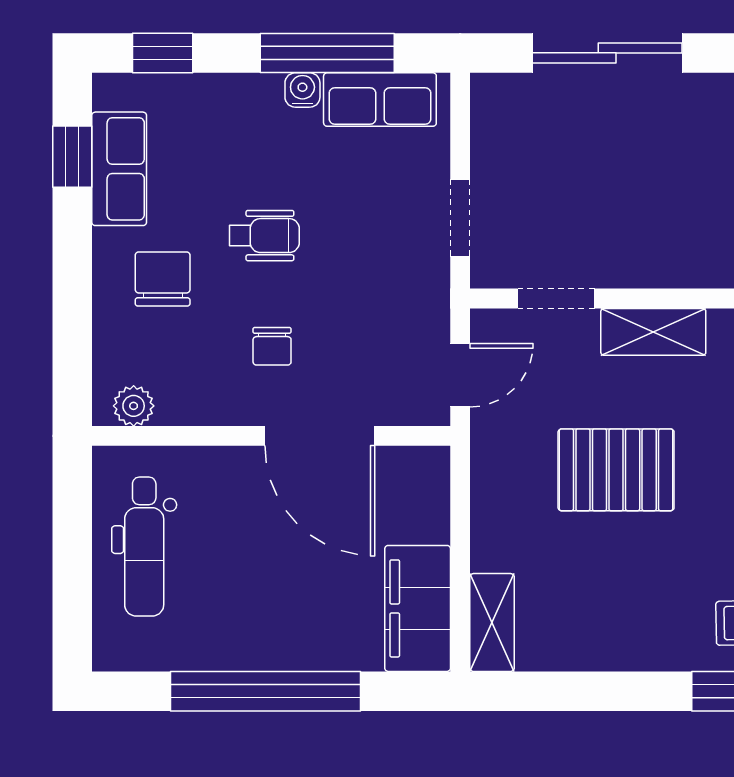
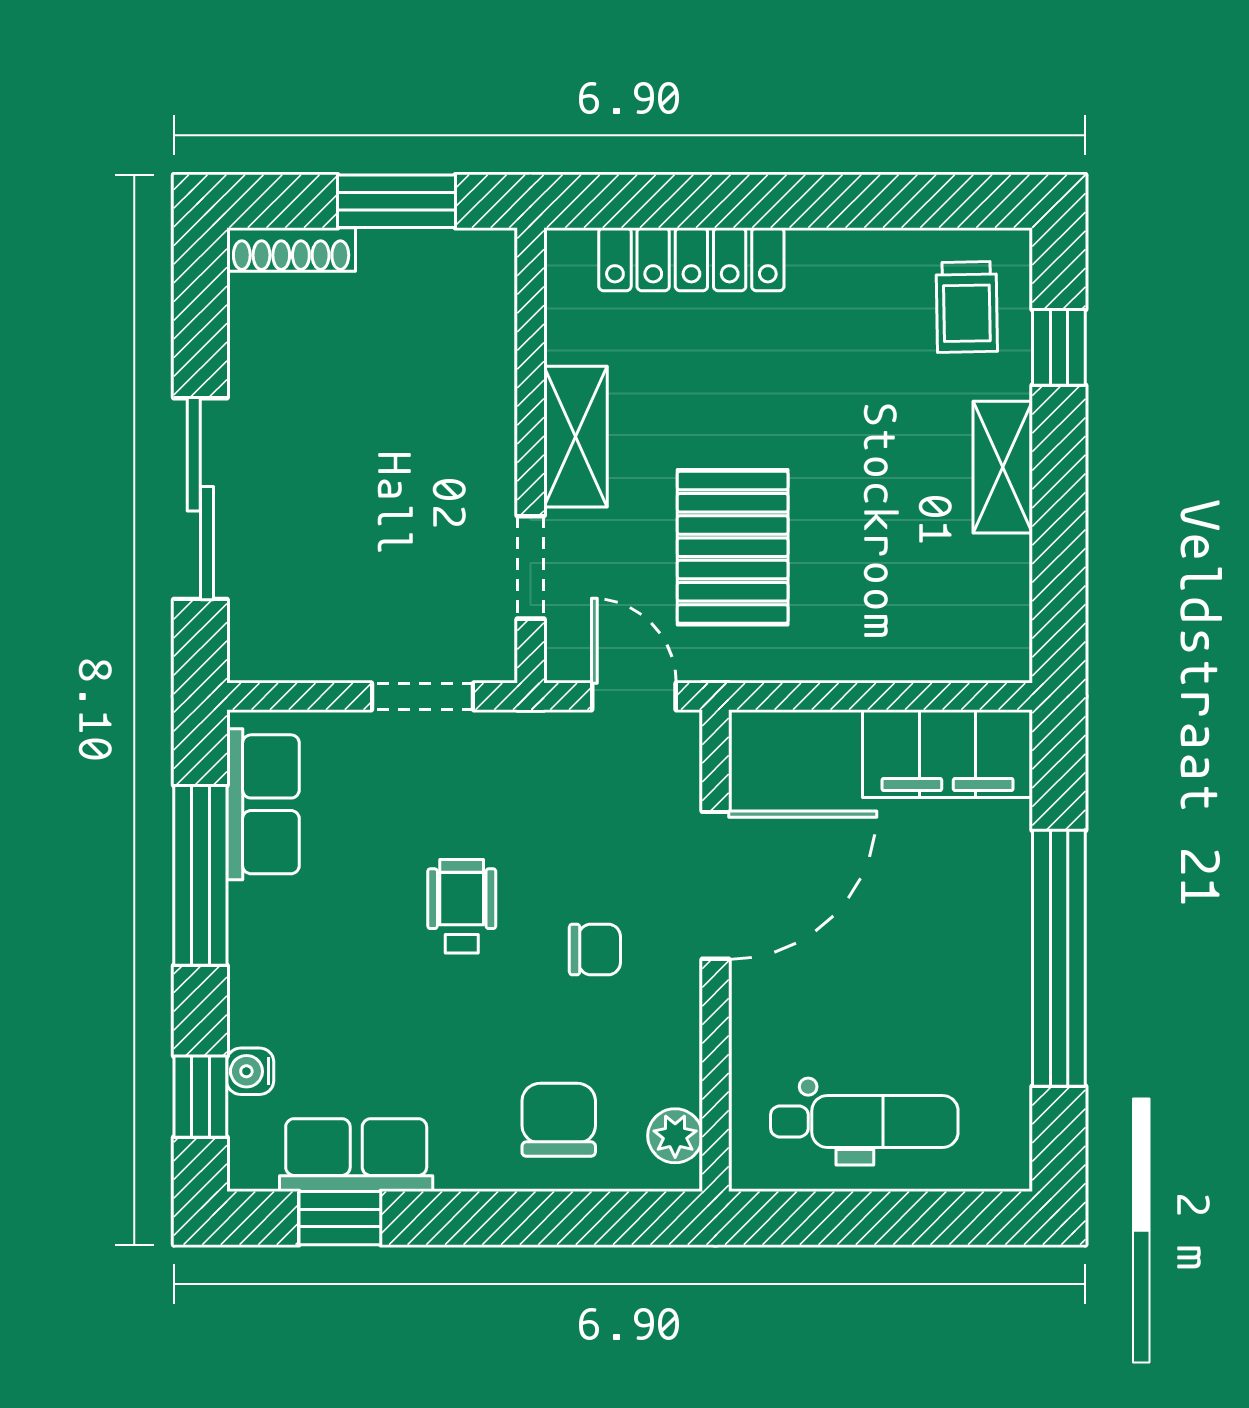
water cooler: (302, 90) -> (250, 1071), moved
wheelchair: (264, 236) -> (462, 906), moved
chair: (163, 279) -> (559, 1120), moved, turned 90
pallet: (616, 470) -> (733, 547), moved
shelving: (492, 623) -> (1003, 467), moved, turned 90

